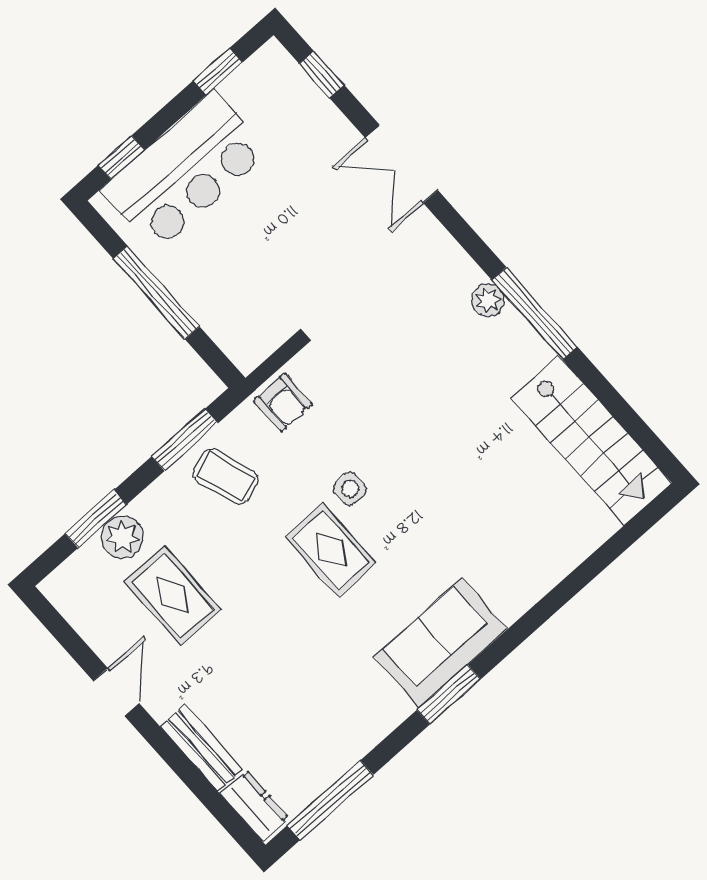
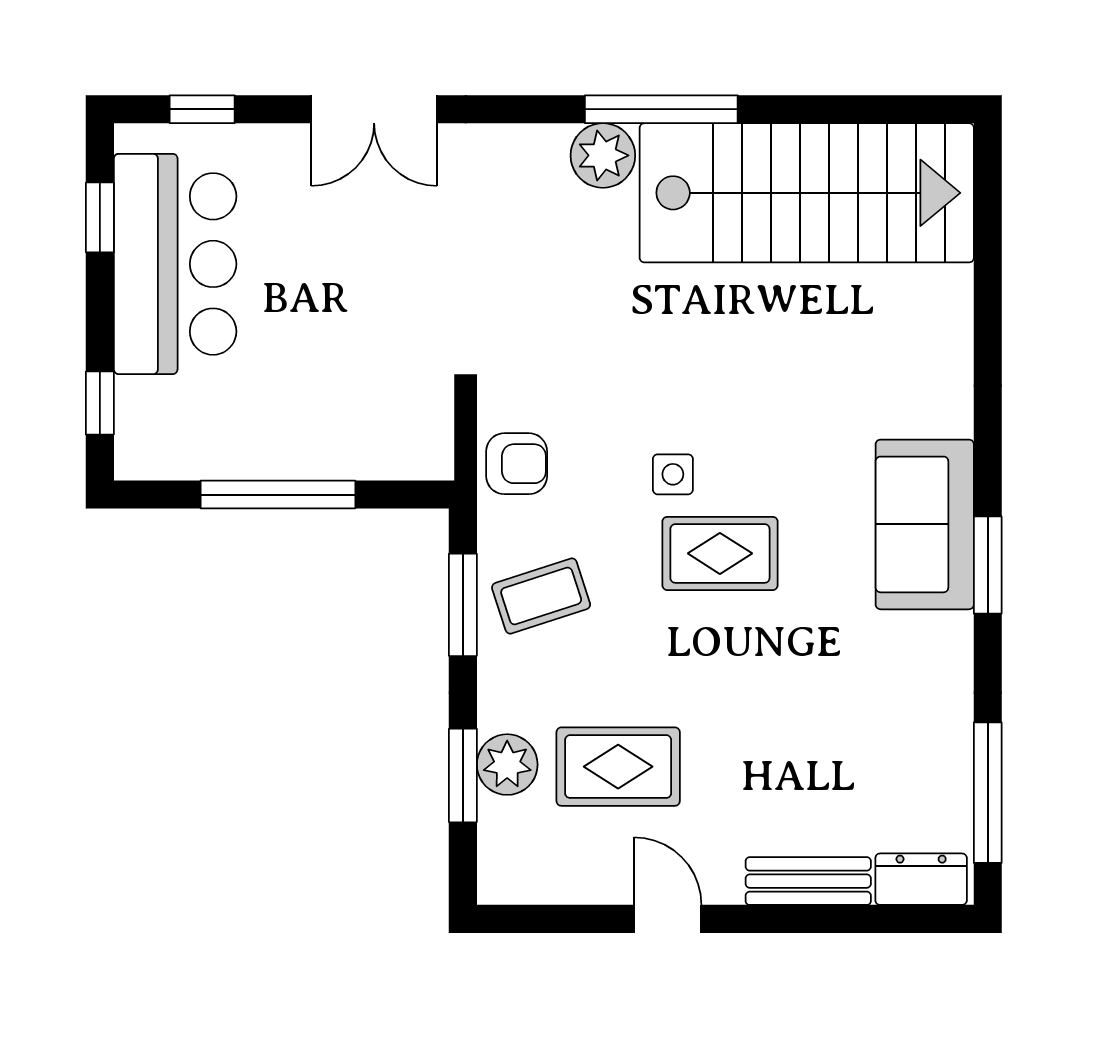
bar counter: (185, 171) -> (175, 264), moved
plant: (488, 300) -> (603, 155), width x1.38, depth x1.38
stairs: (591, 440) -> (807, 193), width x1.36, depth x1.51

